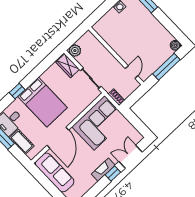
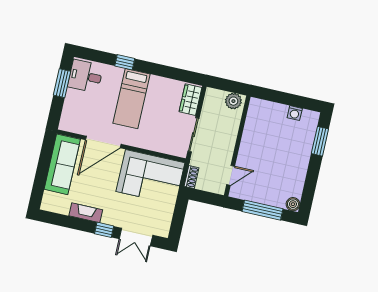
plant: (75, 51) -> (233, 101), moved
bed: (43, 102) -> (131, 99), width x0.67
cot: (22, 142) -> (72, 105), removed
double door: (131, 157) -> (136, 237), swing flipped
fireplace: (103, 170) -> (86, 213), moved

